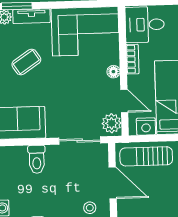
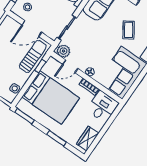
nightstand: (146, 126) -> (49, 68), removed
window: (152, 138) -> (40, 66), added

